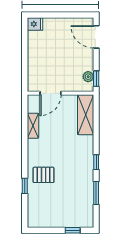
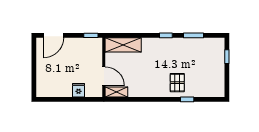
fridge: (35, 24) -> (78, 90), moved
plant: (88, 77) -> (89, 43), removed
shelving: (33, 126) -> (116, 92), moved

